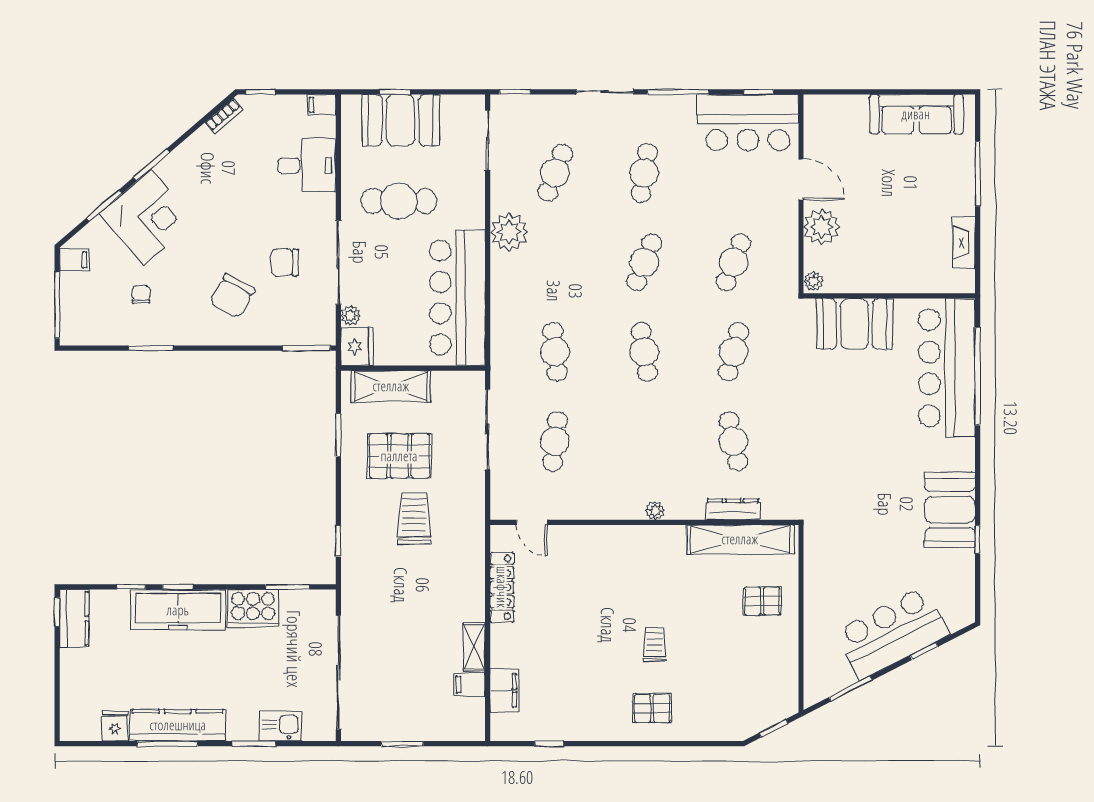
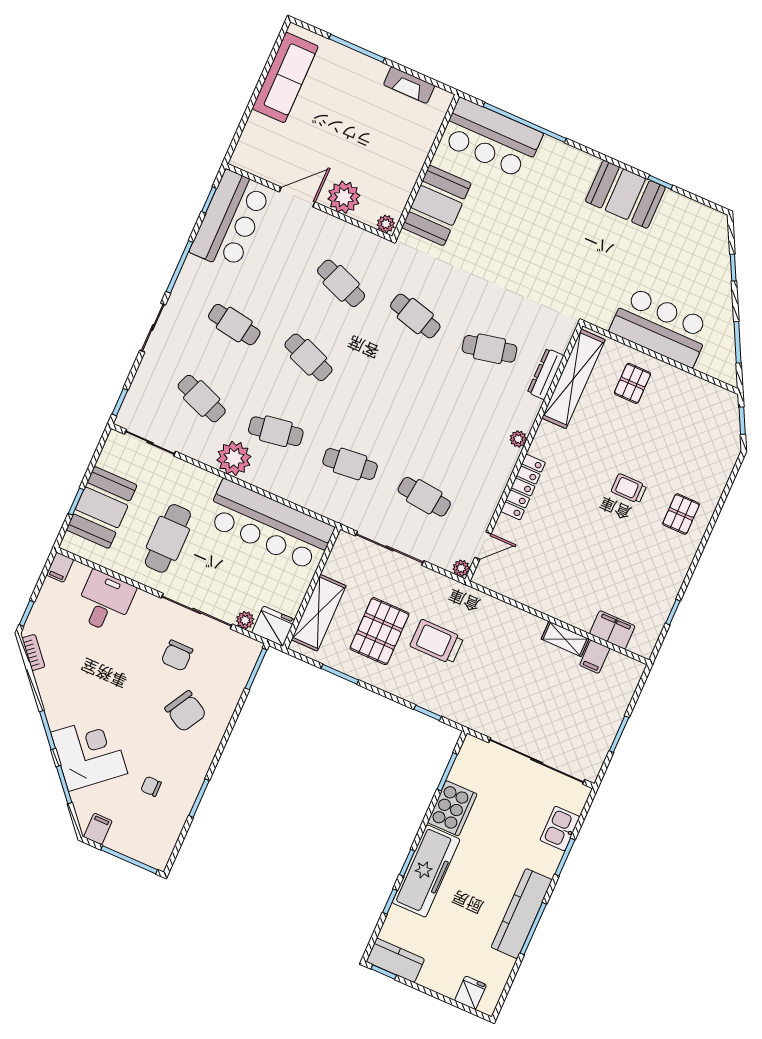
cafe table: (644, 352) -> (276, 431), moved
bar counter: (947, 368) -> (491, 138), width x0.73
plant: (499, 510) -> (461, 568), added
locker: (502, 587) -> (523, 487), moved, turned 90
bar counter: (892, 633) -> (661, 327), moved, turned 117
fridge: (115, 726) -> (470, 993), moved, turned 90

